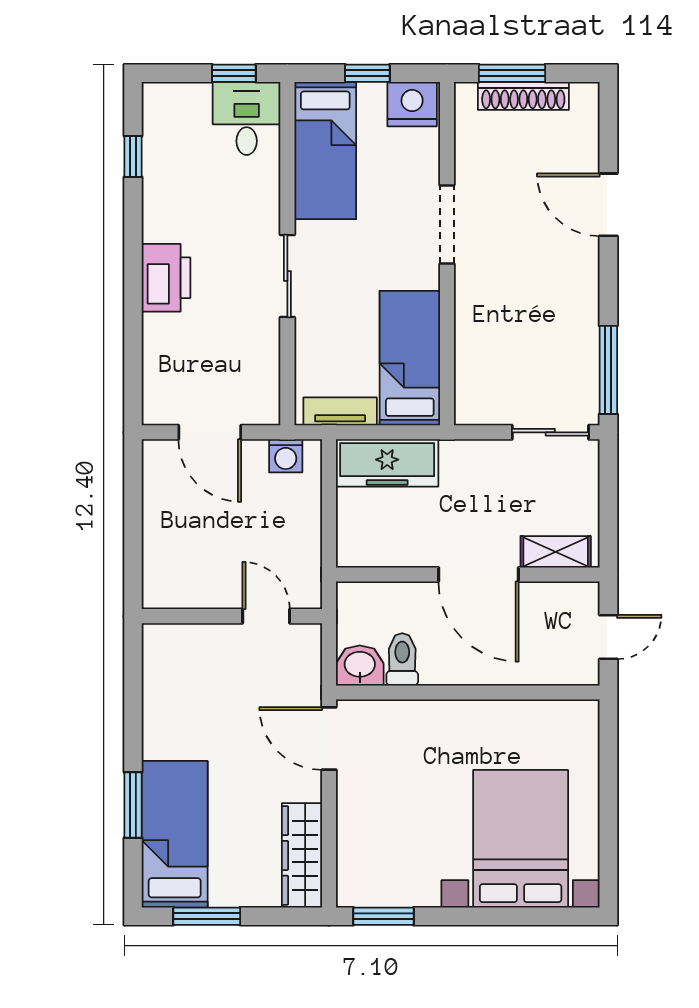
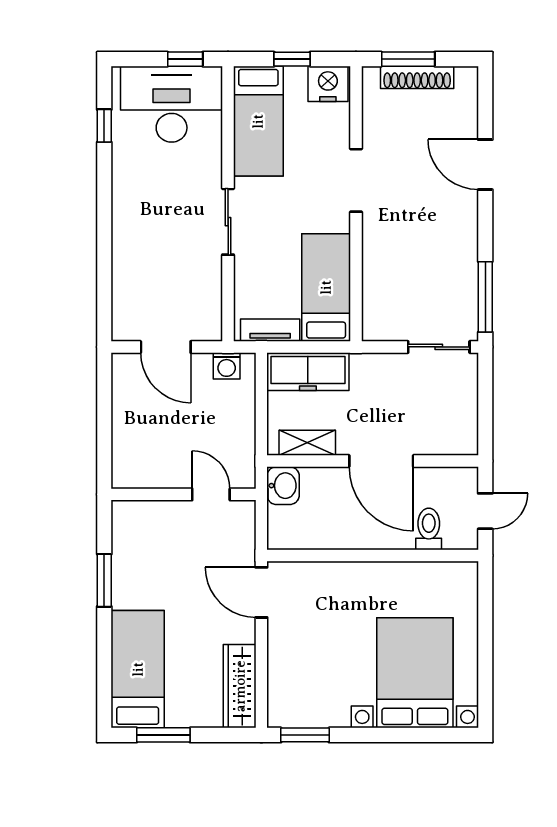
desk: (247, 118) -> (172, 104), width x1.87, depth x1.30
printer: (166, 278) -> (131, 223), removed
shelving: (556, 552) -> (307, 443), moved
toilet: (402, 659) -> (429, 529), moved
washbasin: (360, 665) -> (283, 486), moved, turned 90
window: (133, 805) -> (104, 580), moved

